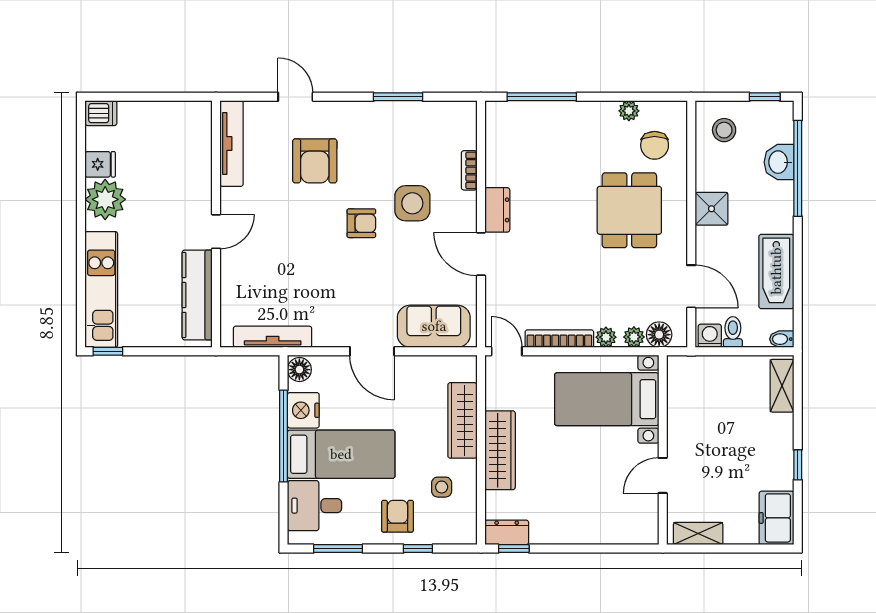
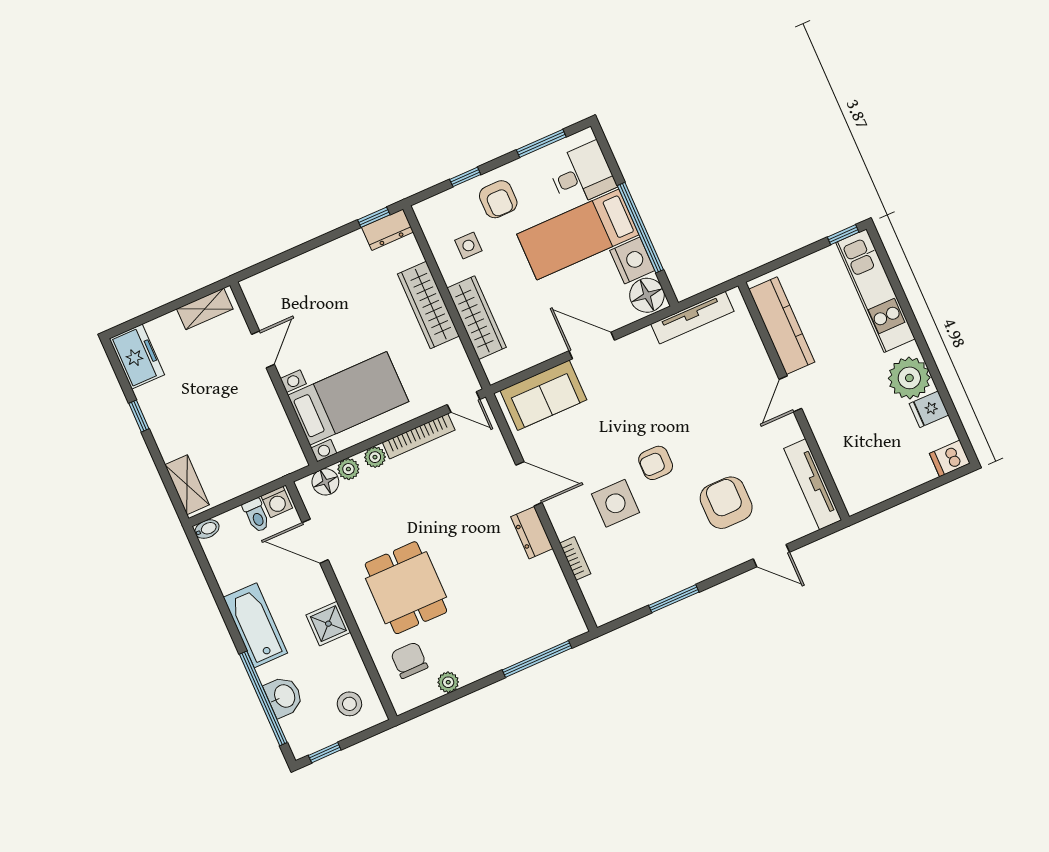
bathtub: (776, 271) -> (255, 625), moved
floor lamp: (299, 370) -> (647, 295), width x1.38, depth x1.38

